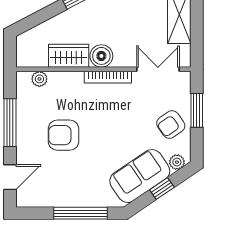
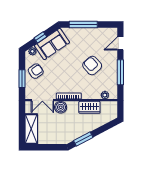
boiler: (101, 56) -> (61, 107), moved
armchair: (63, 135) -> (92, 66), turned -132

